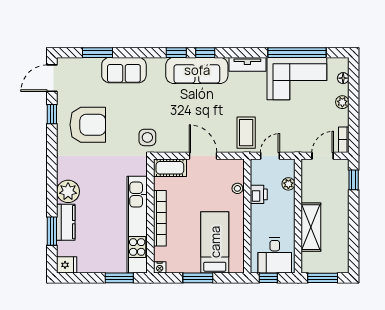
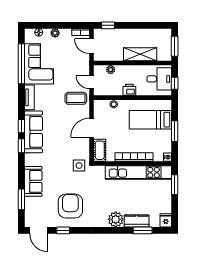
printer: (259, 194) -> (129, 90), moved

